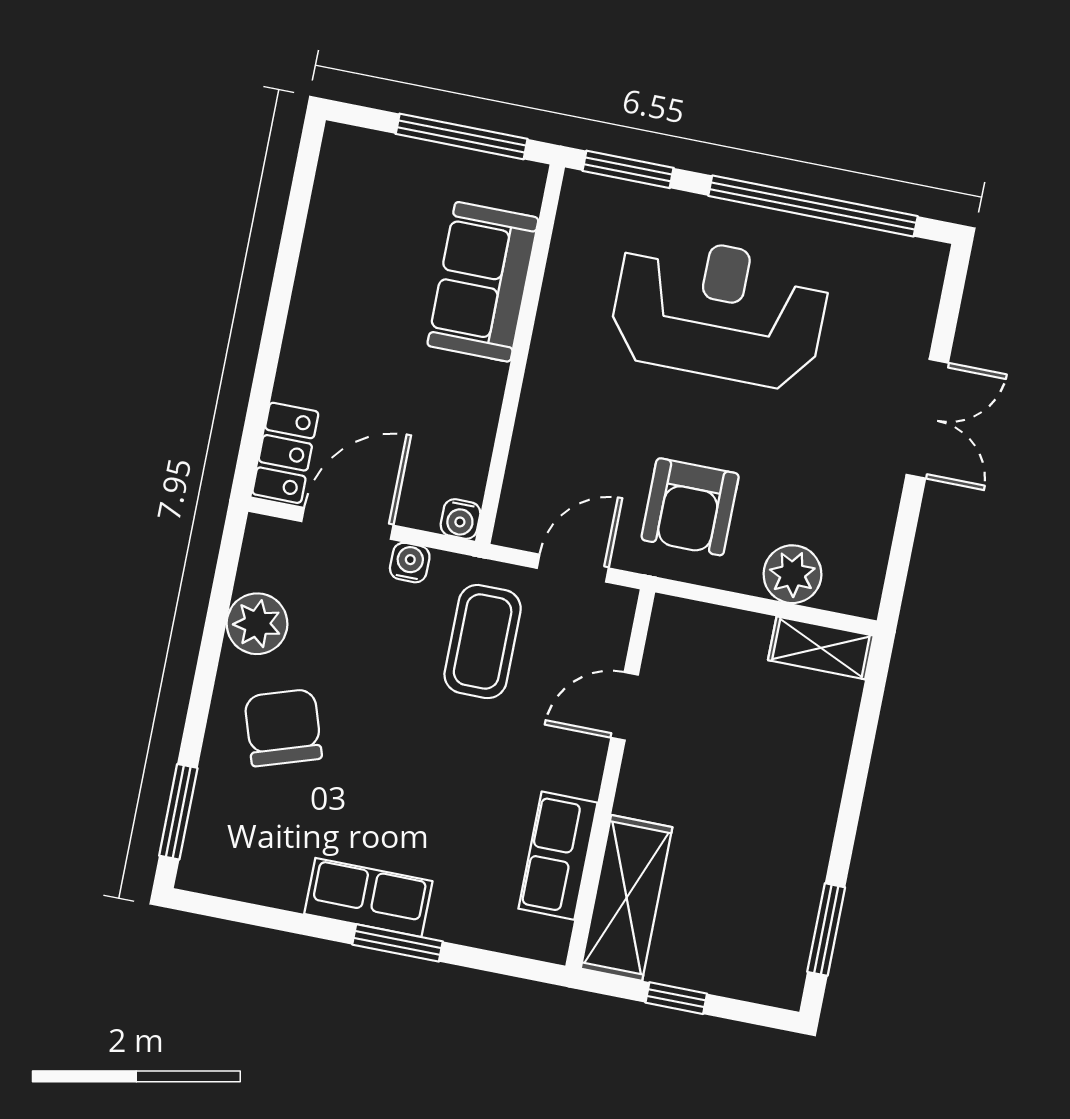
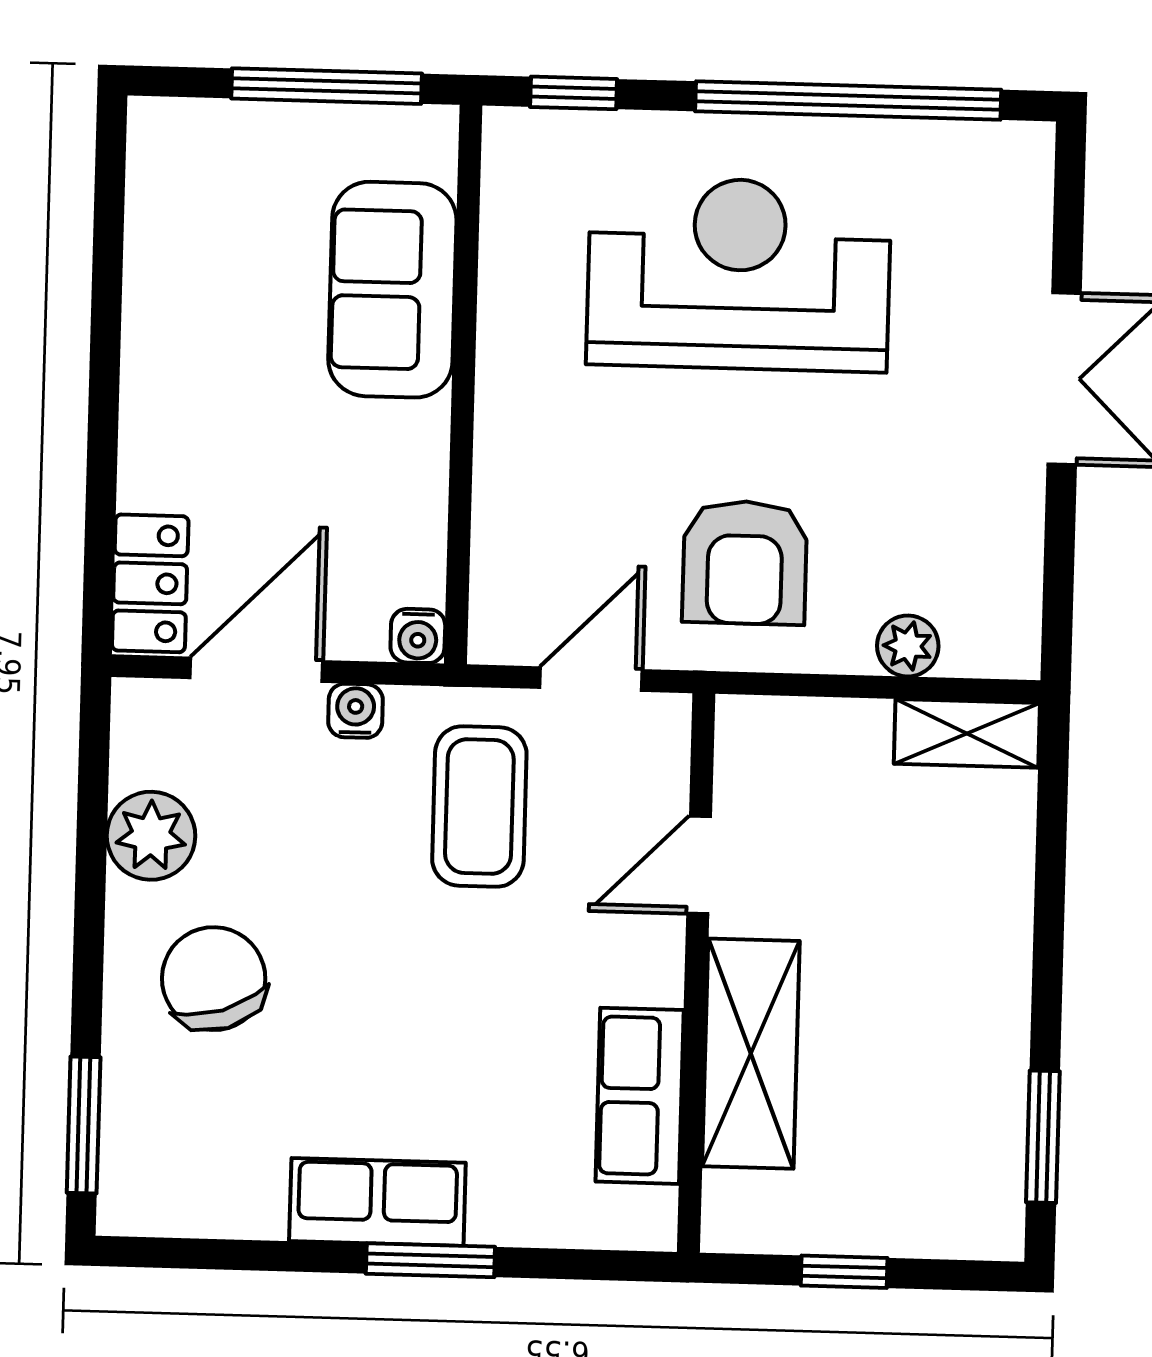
window: (628, 169) -> (574, 93), width x0.67
plant: (792, 574) -> (908, 646), width x0.73, depth x0.73
shelving: (627, 898) -> (751, 1054), moved

